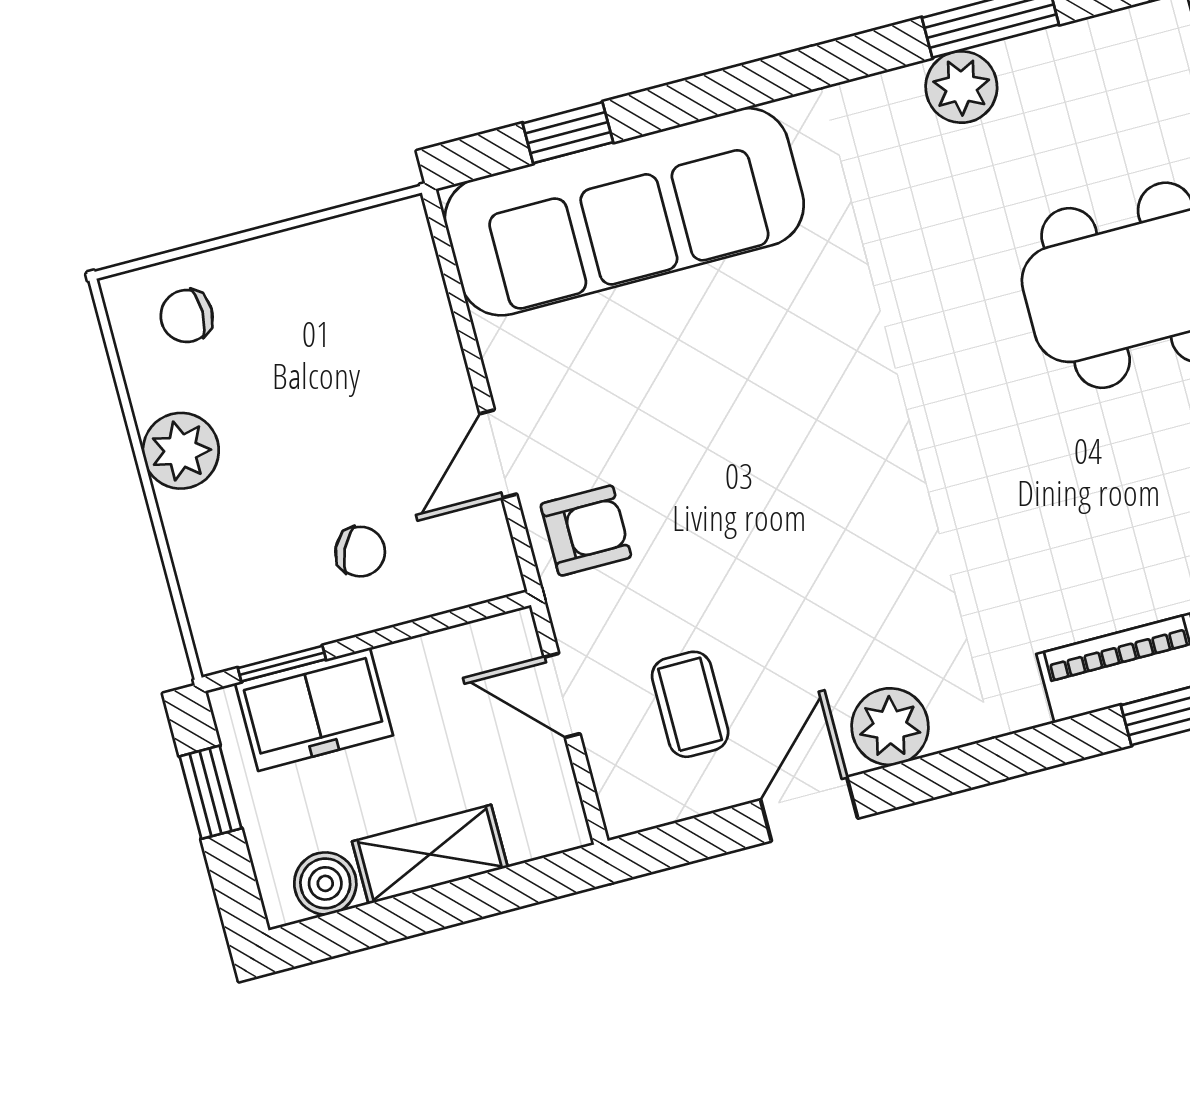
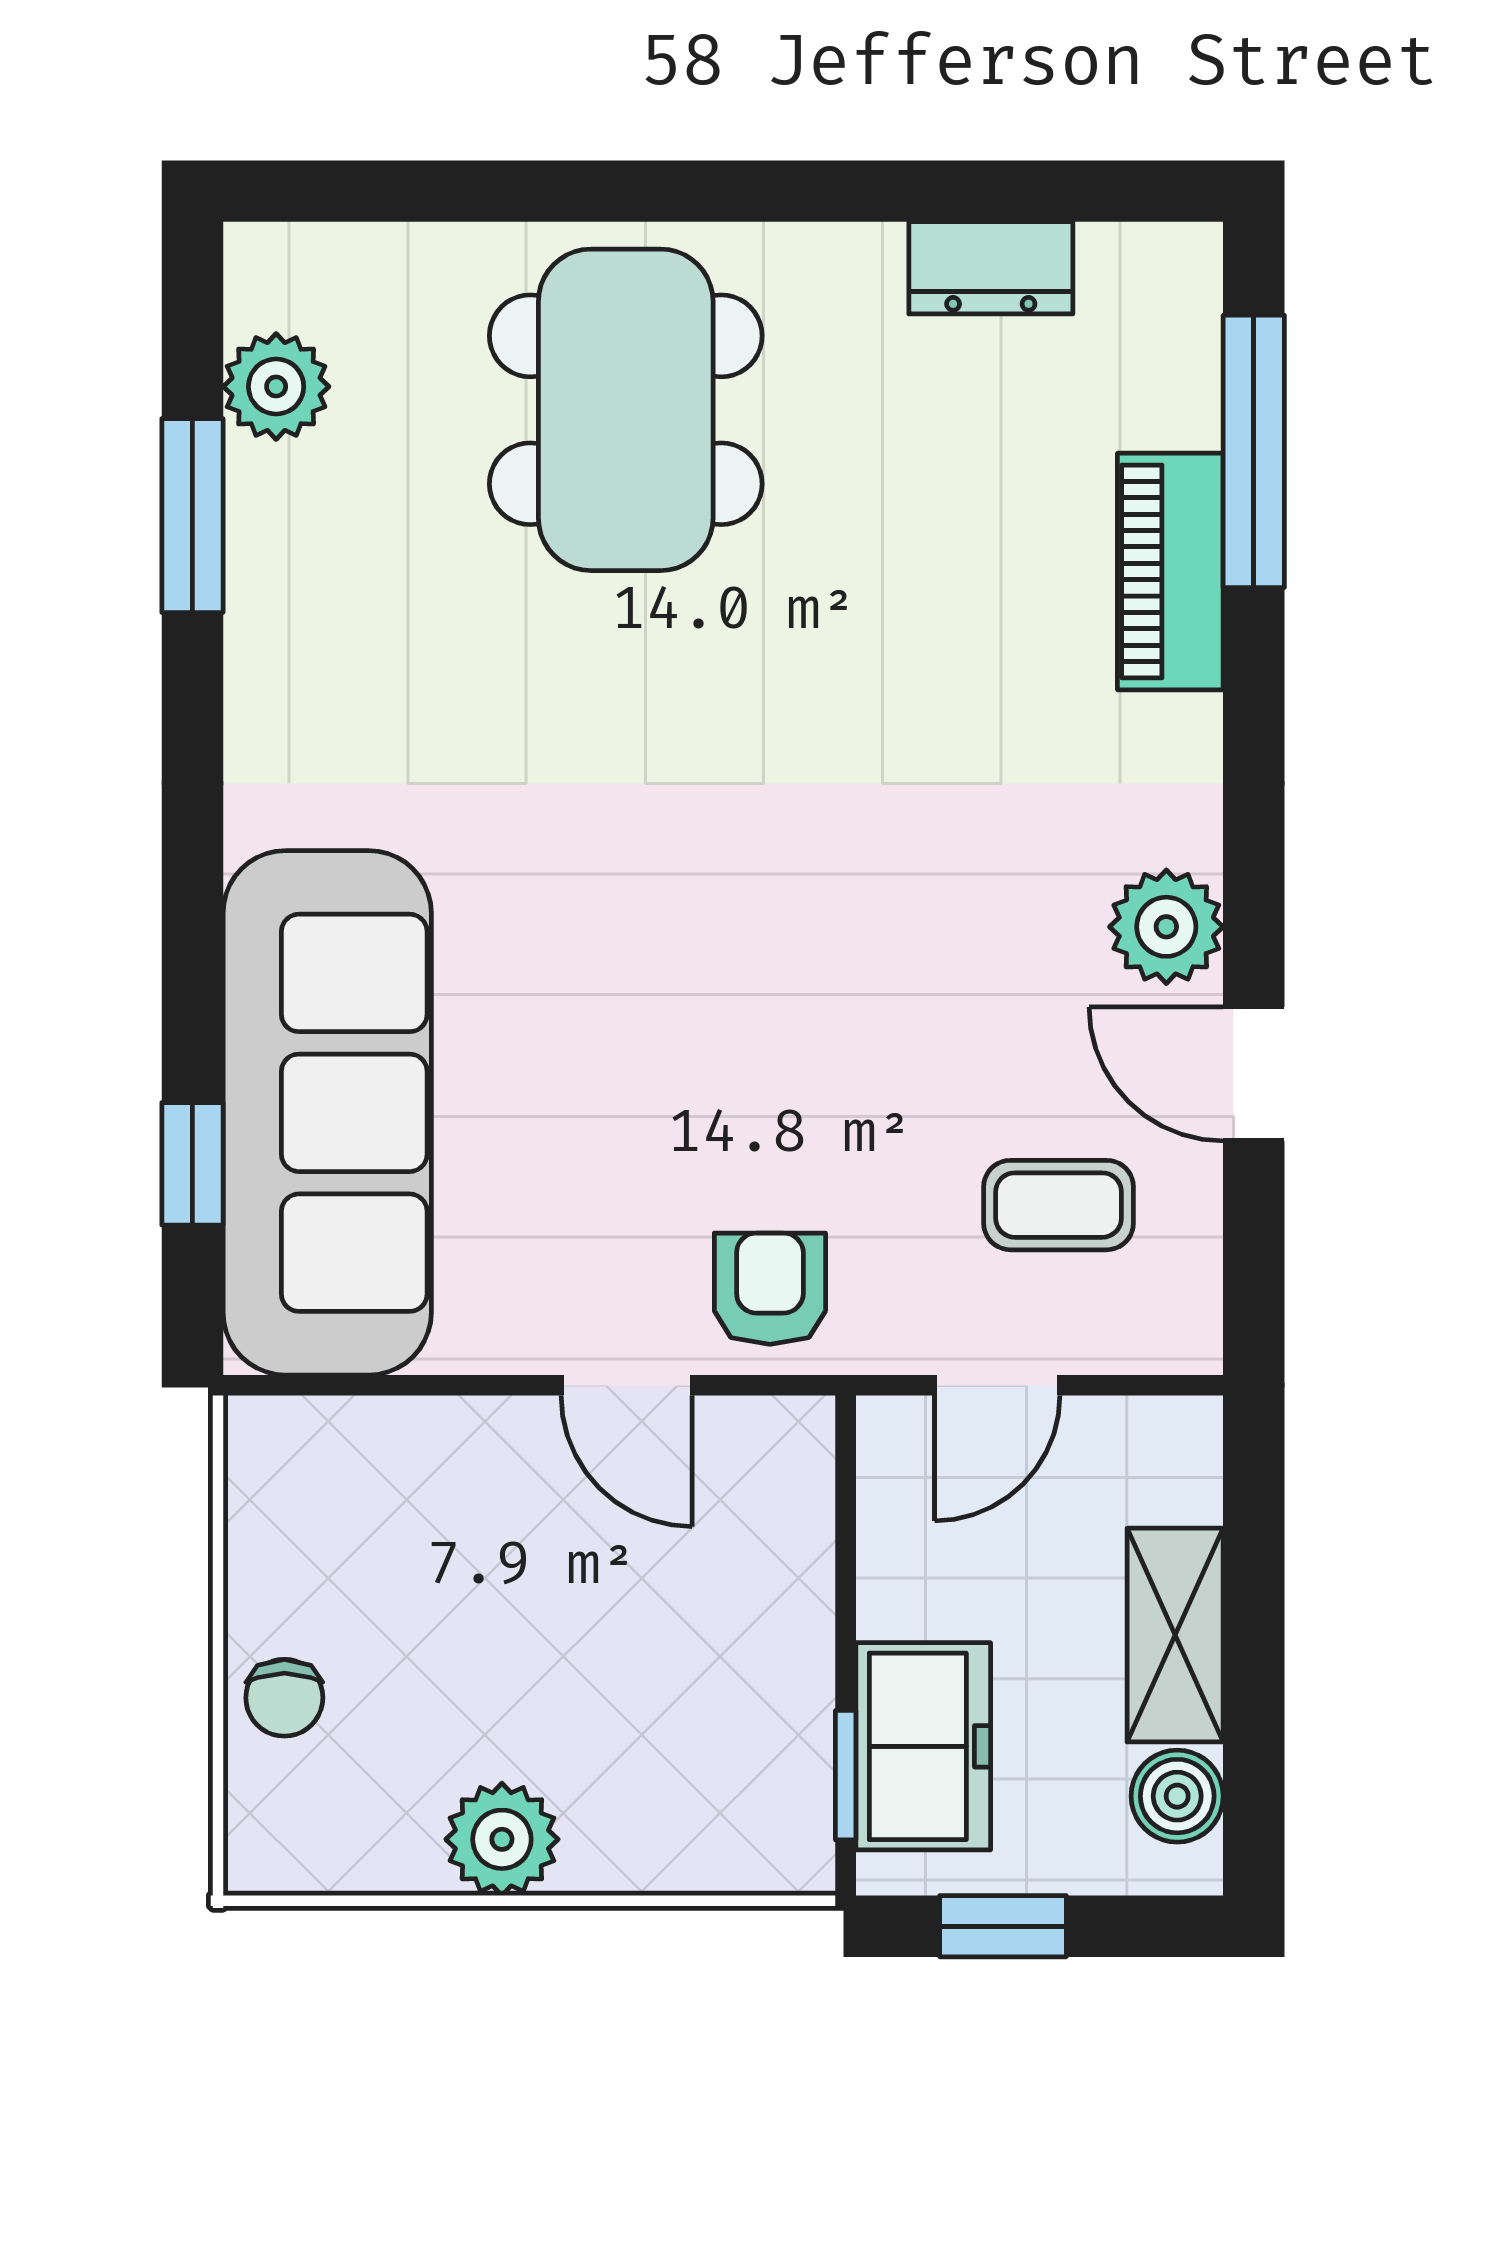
plant: (961, 87) -> (276, 387), moved
chair: (187, 316) -> (284, 1698), moved
chair: (360, 552) -> (714, 1620), removed

